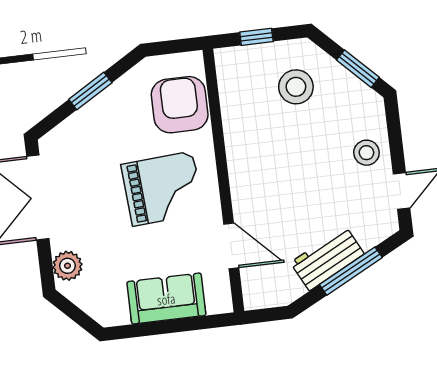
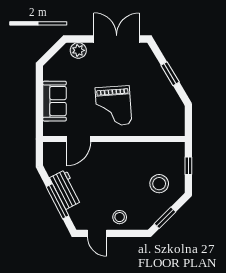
armchair: (180, 105) -> (157, 120), removed

